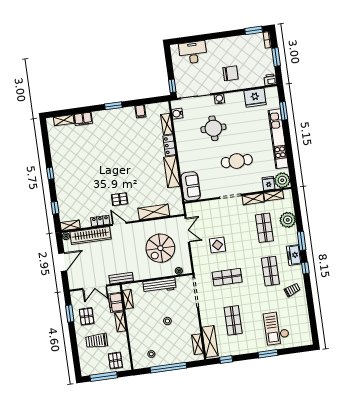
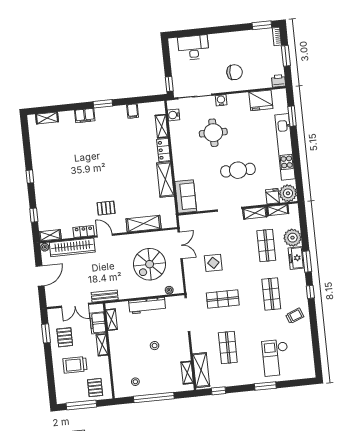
filing cabinet: (83, 119) -> (85, 115), moved
freezer: (294, 255) -> (296, 258), moved

